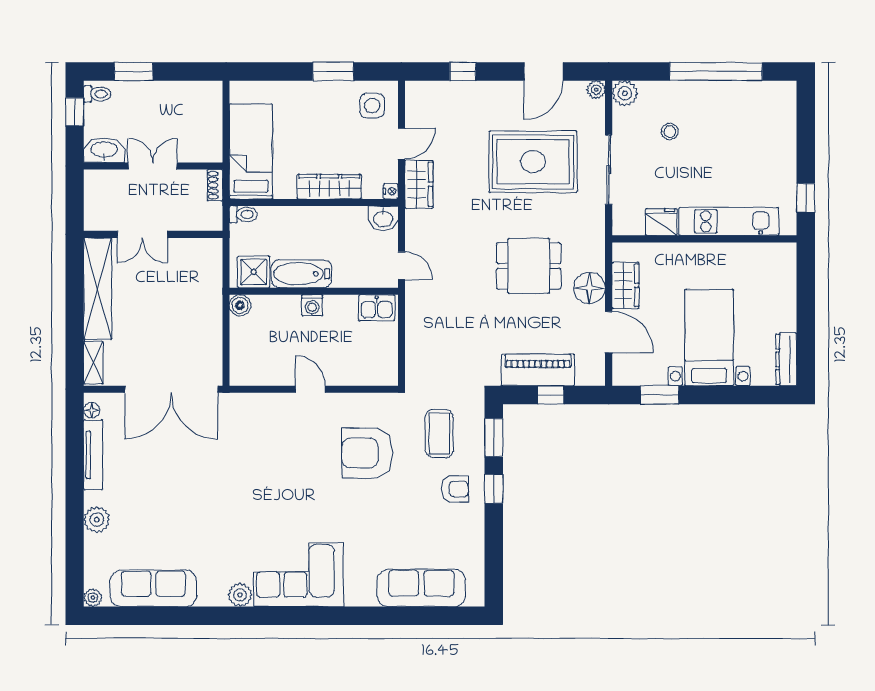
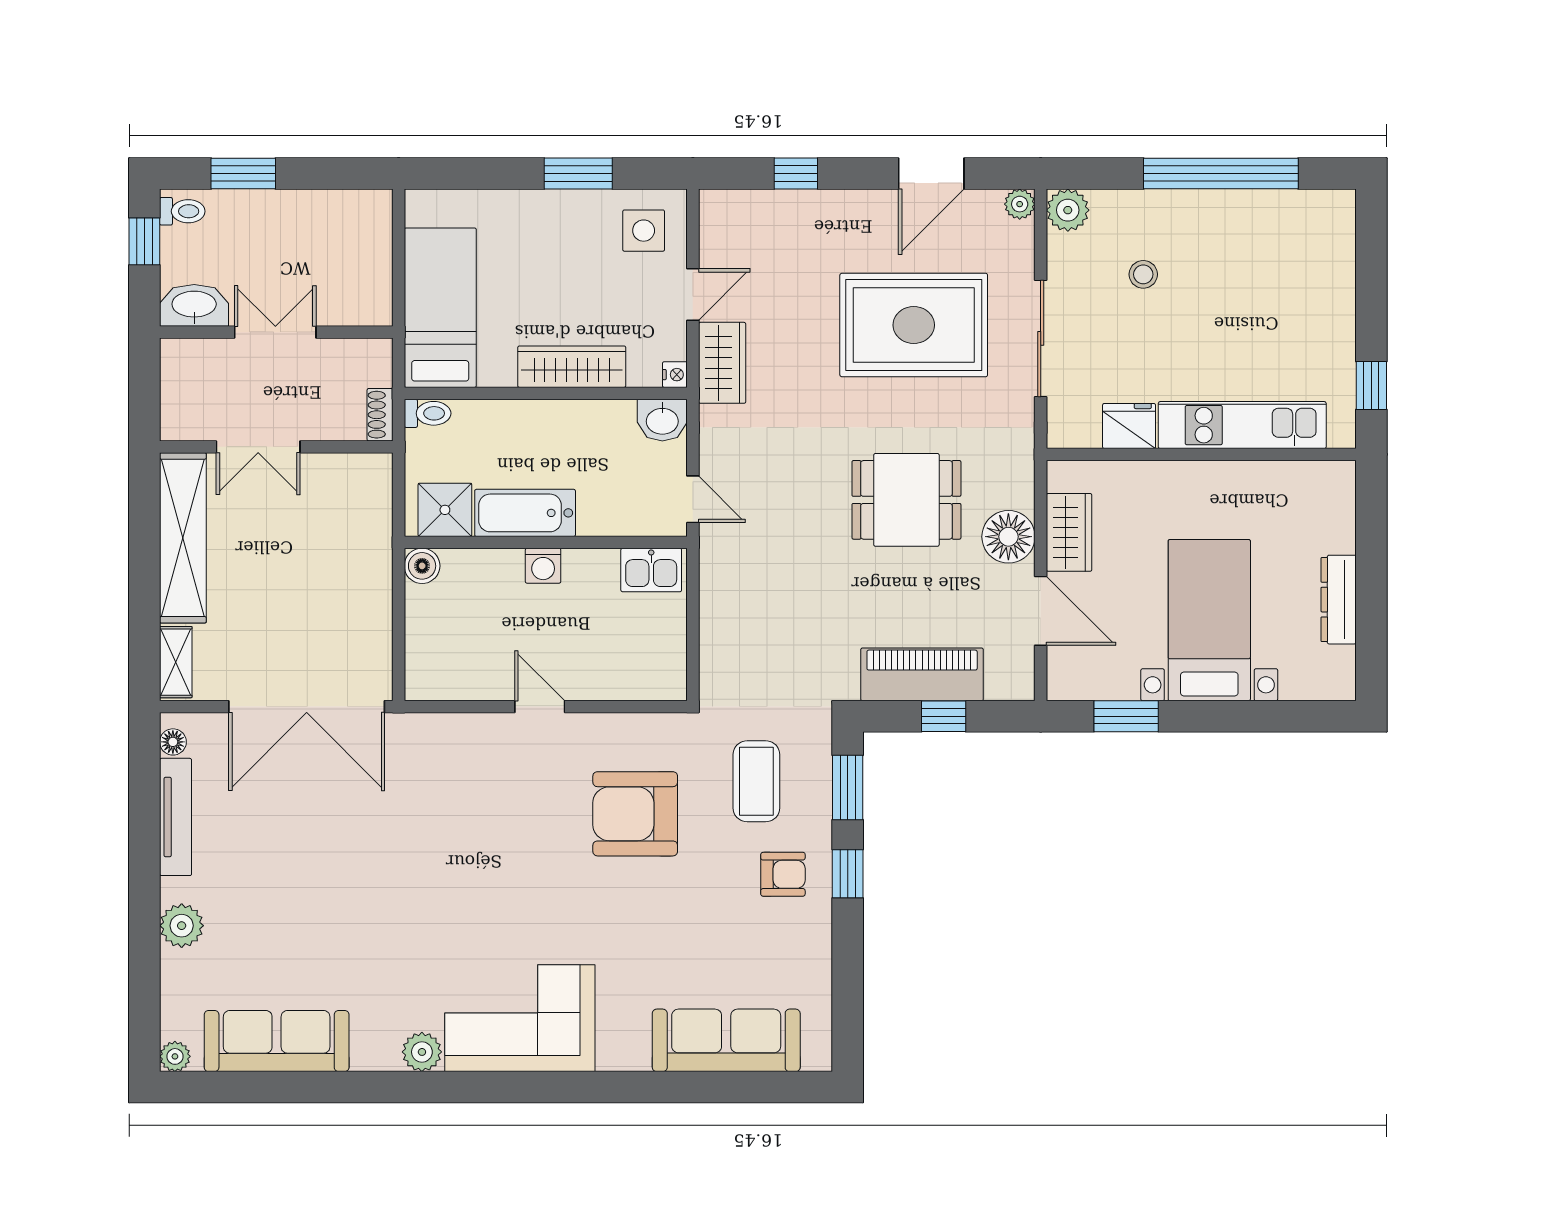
shoe rack: (215, 185) -> (380, 415), moved
dresser: (786, 359) -> (1339, 600), moved

